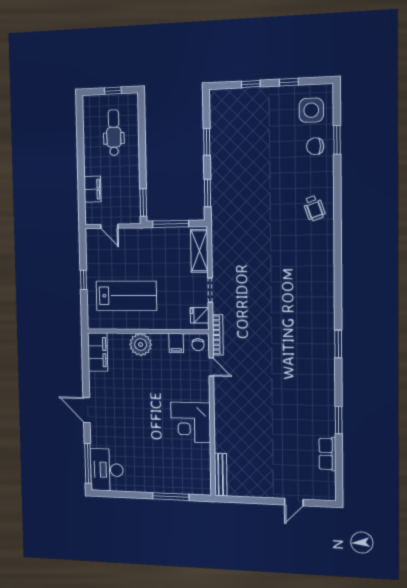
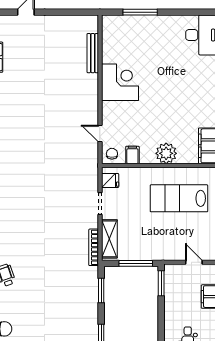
bookcase: (218, 335) -> (94, 247), moved
bench: (221, 475) -> (93, 53), moved

